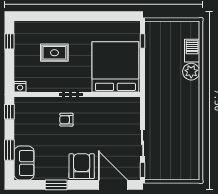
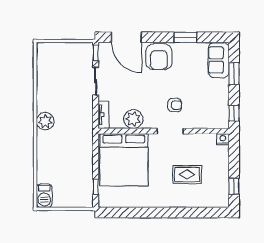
barbecue: (192, 51) -> (44, 196), moved
plant: (191, 72) -> (45, 121), moved
plant: (106, 106) -> (133, 119), added
tv unit: (135, 110) -> (103, 115), added

